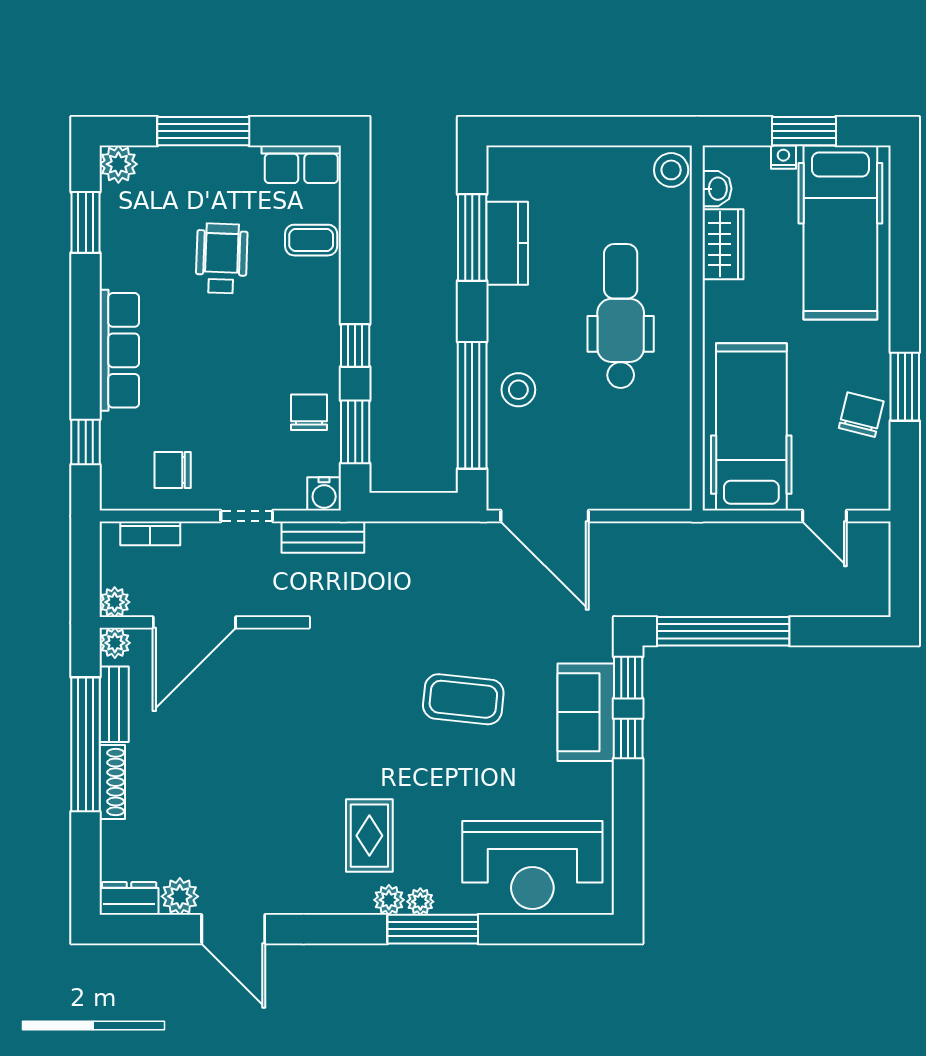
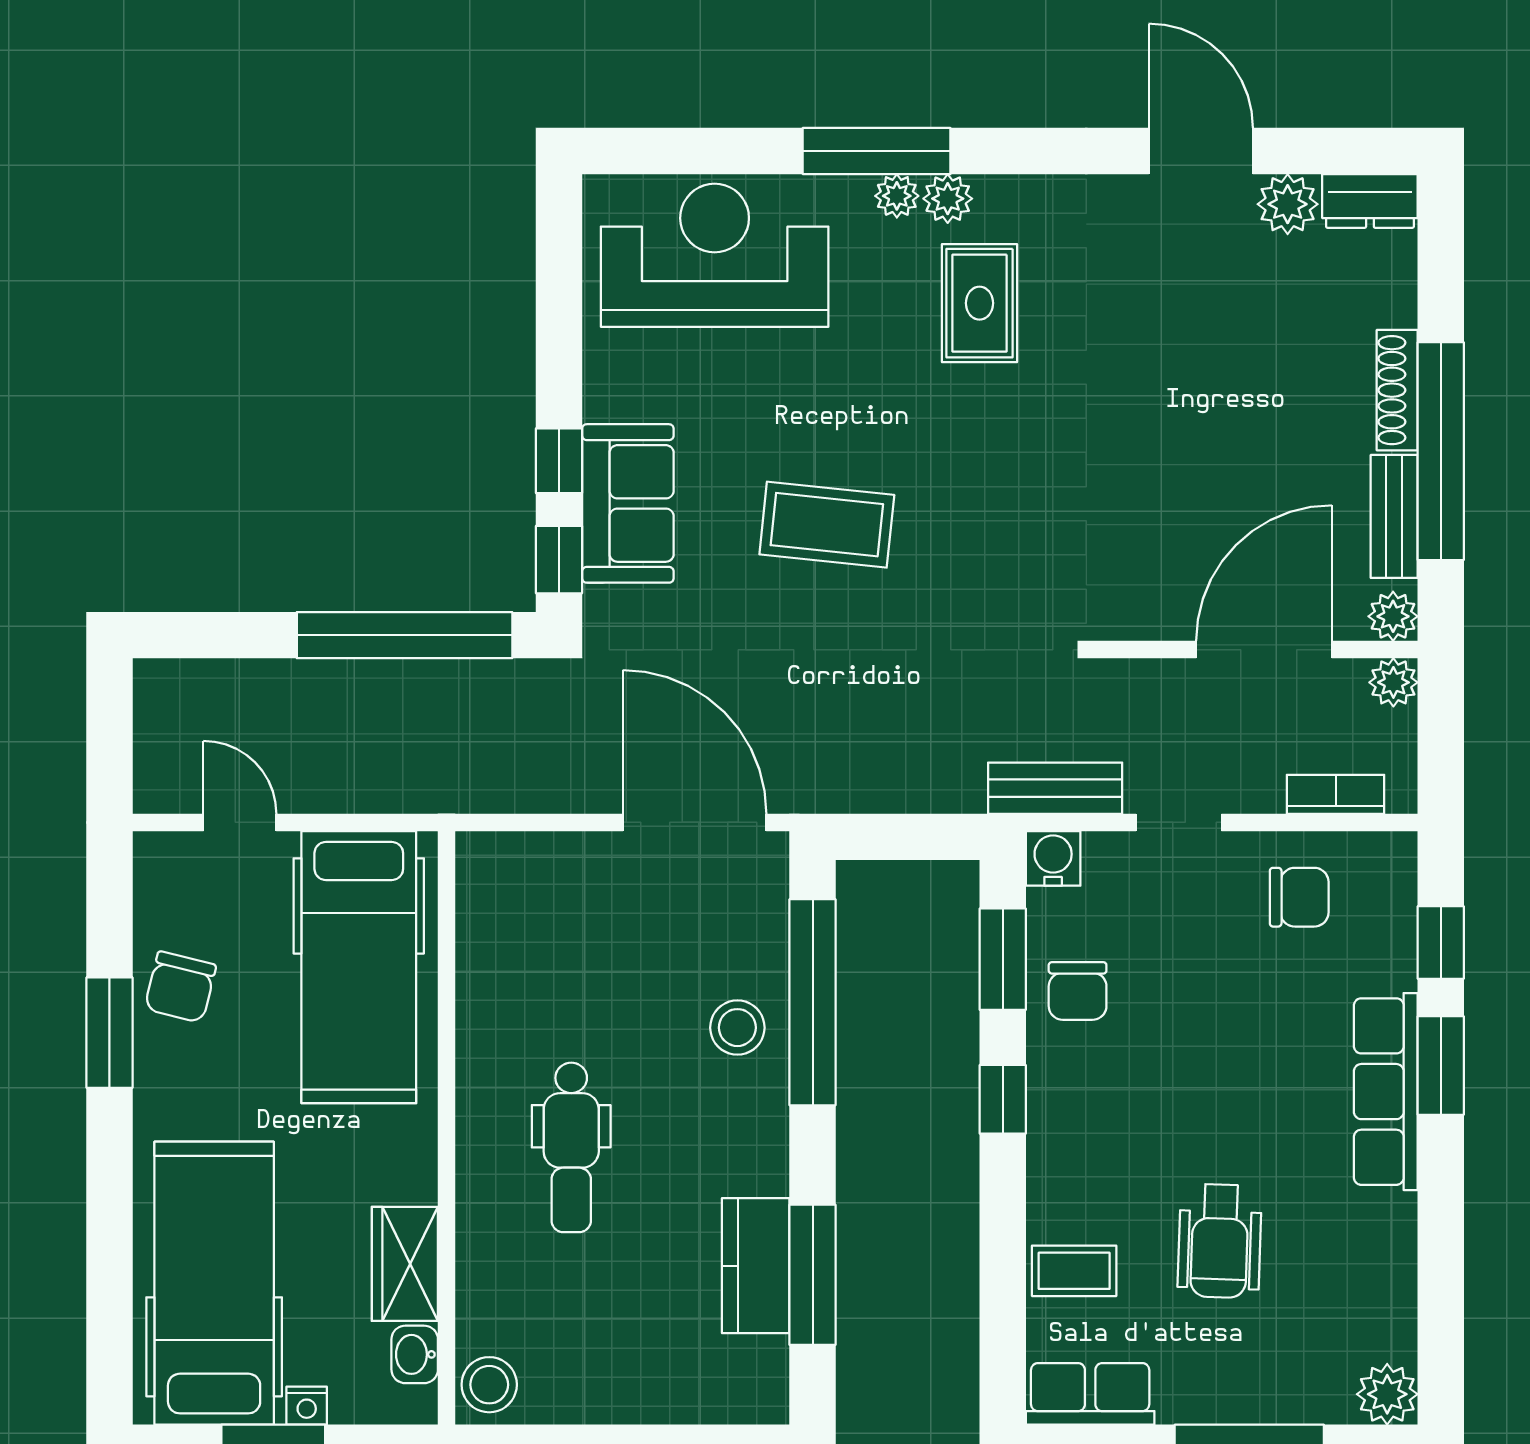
window: (86, 222) -> (1441, 1066), moved
dental chair: (621, 316) -> (571, 1147), width x0.73, depth x0.72

